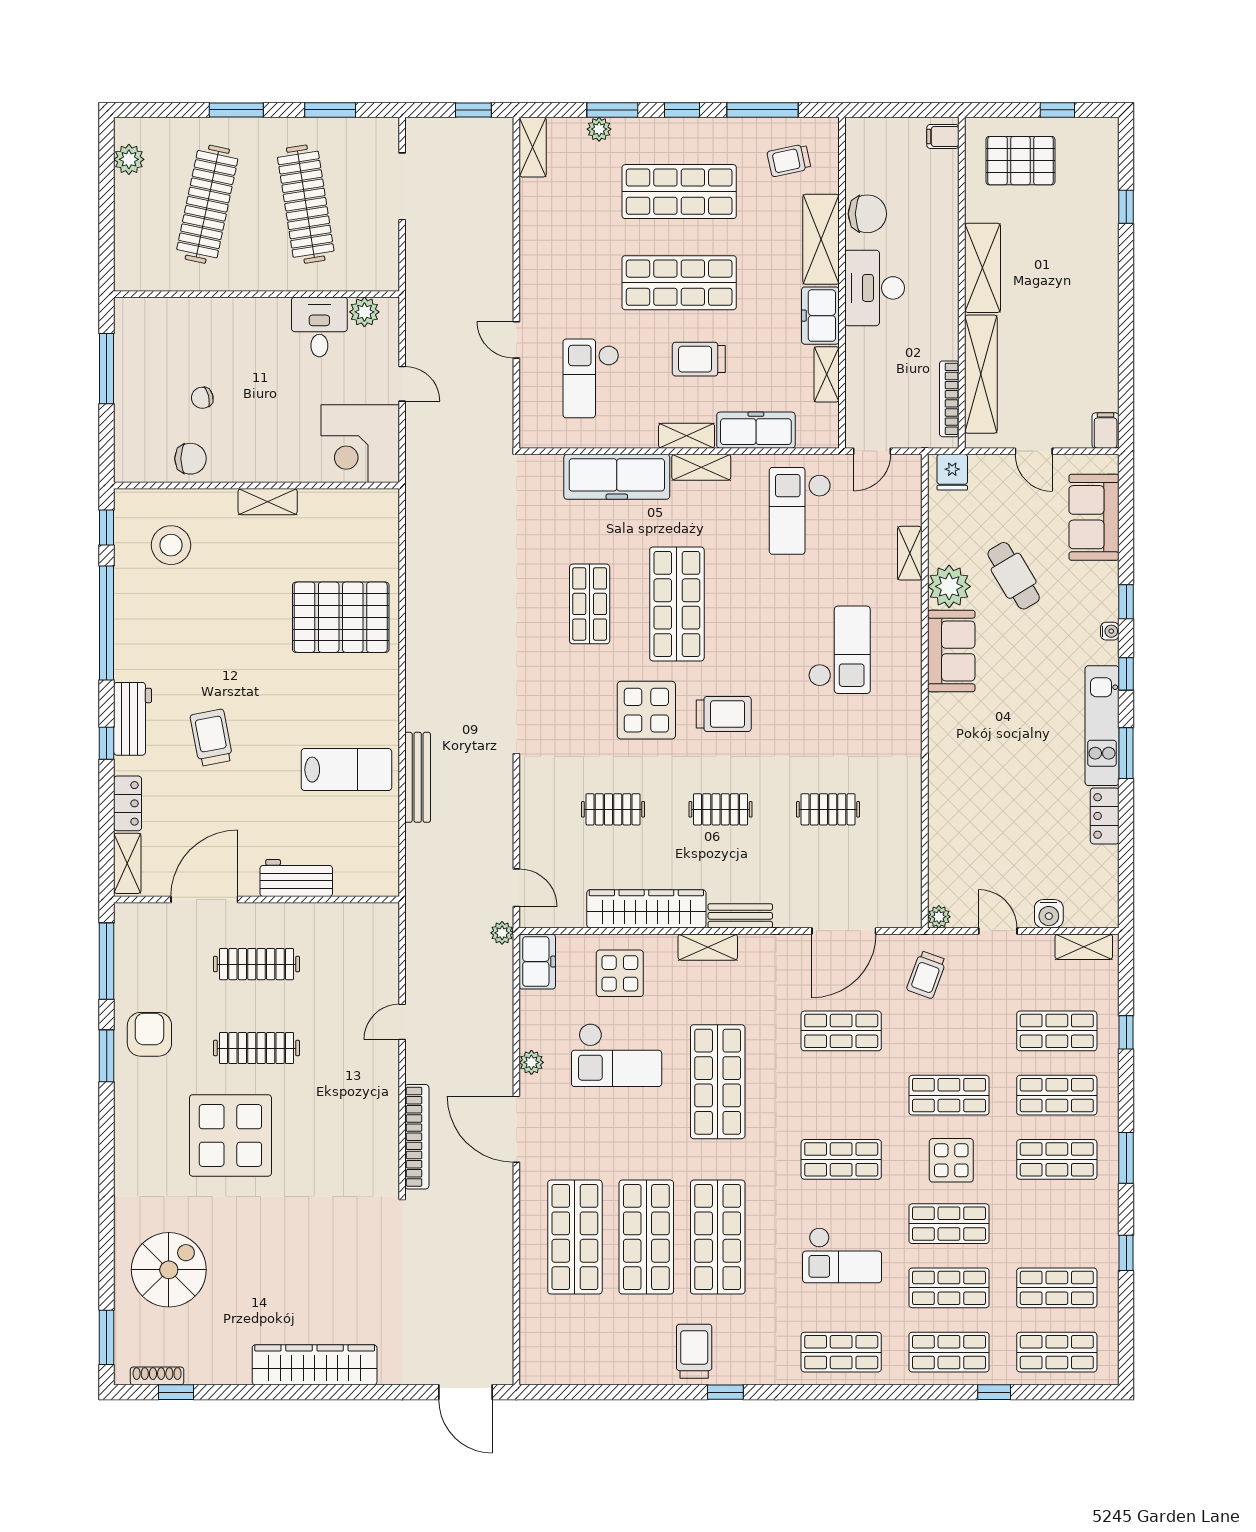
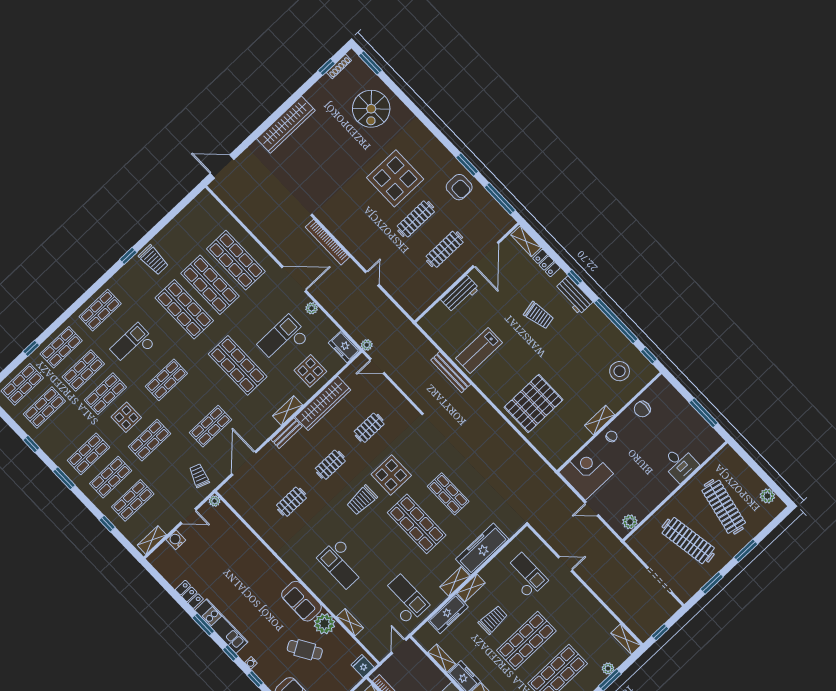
desk: (319, 327) -> (680, 464), moved
chair: (202, 398) -> (612, 436), moved

